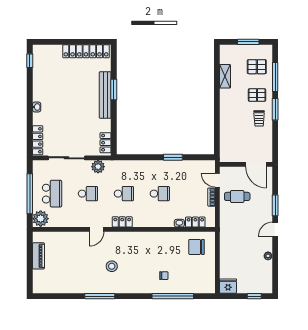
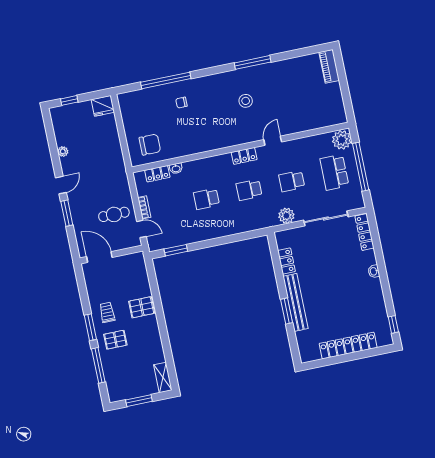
locker: (86, 51) -> (348, 346), moved
pallet: (257, 67) -> (142, 307), moved
shelving: (225, 76) -> (163, 377), moved
locker: (106, 143) -> (286, 261), moved
window: (173, 157) -> (176, 250), moved
piano: (38, 256) -> (329, 66), moved

